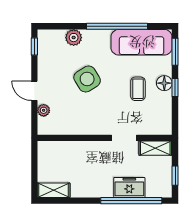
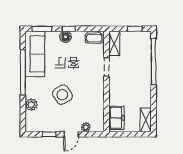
window: (34, 47) -> (49, 134), moved
coffee table: (138, 89) -> (94, 38), moved
freezer: (129, 187) -> (116, 118), moved, turned 180

